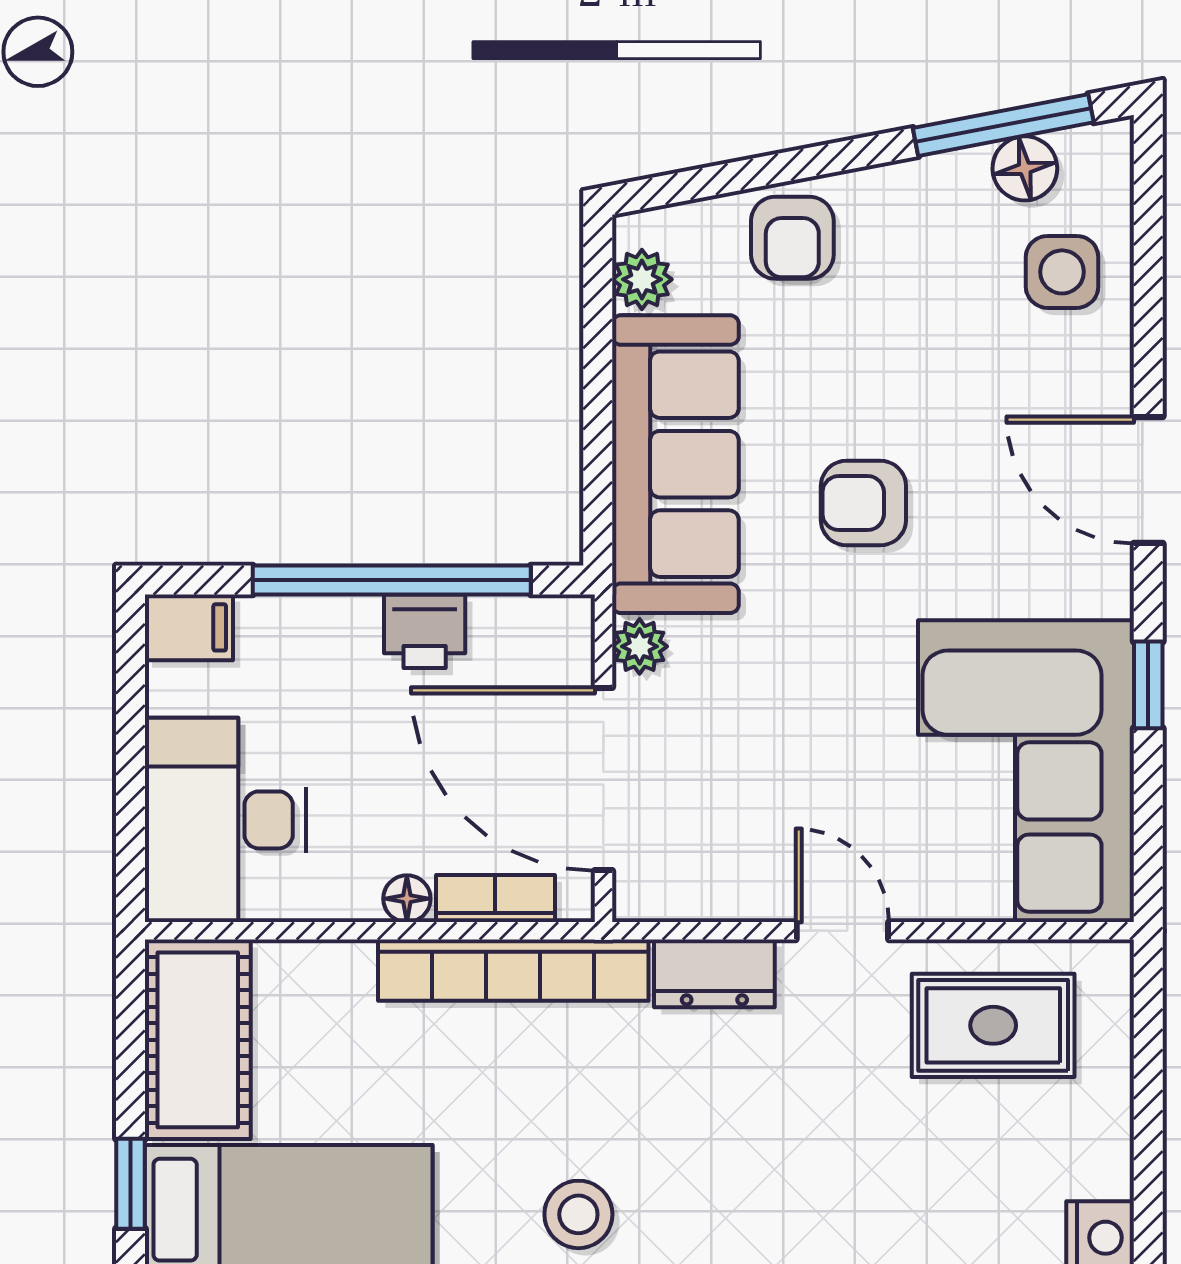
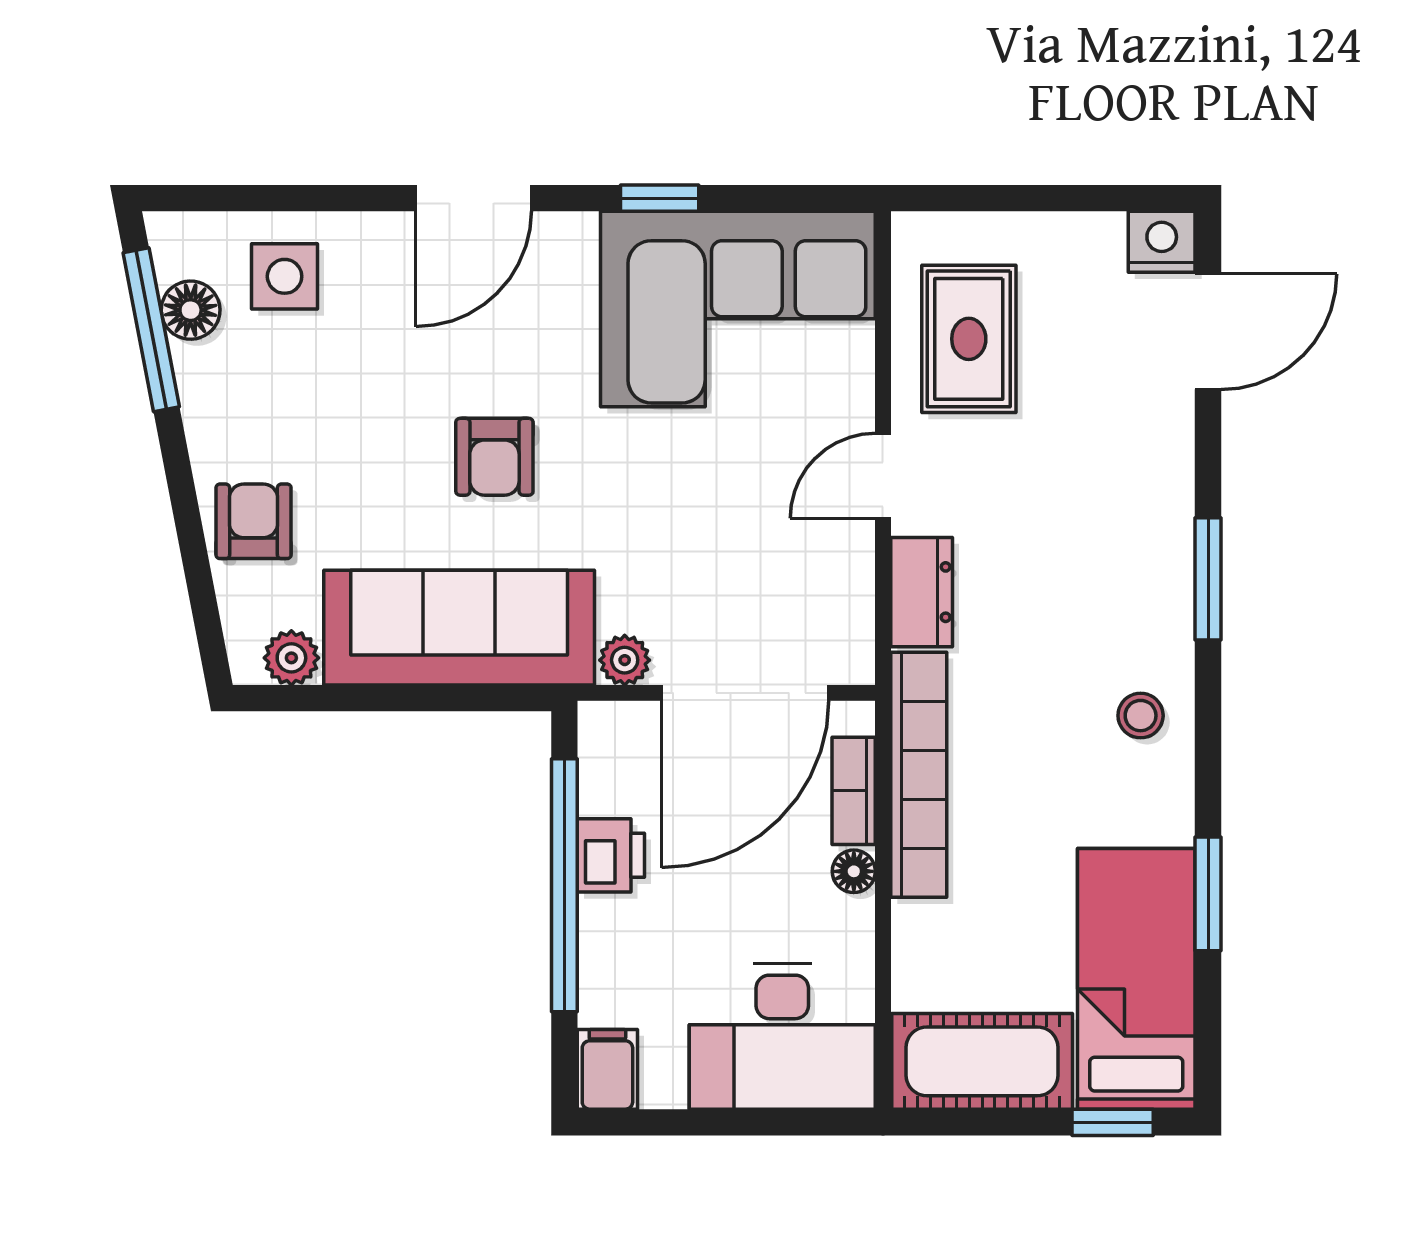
armchair: (792, 238) -> (254, 521), turned -90
stool: (578, 1214) -> (1141, 716), width x0.73, depth x0.73

